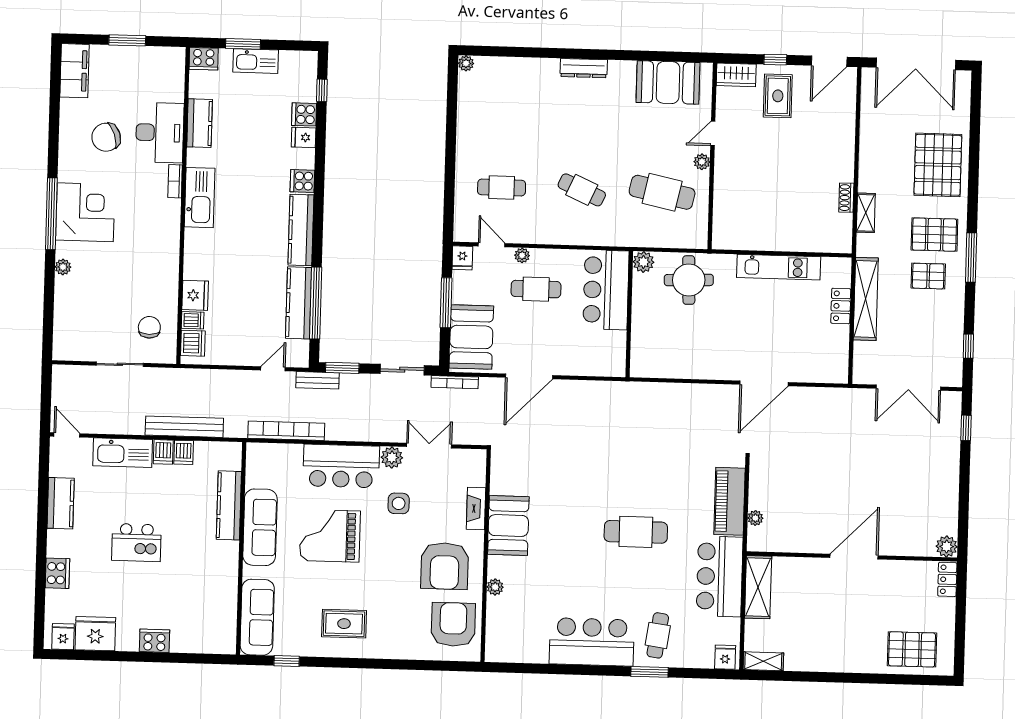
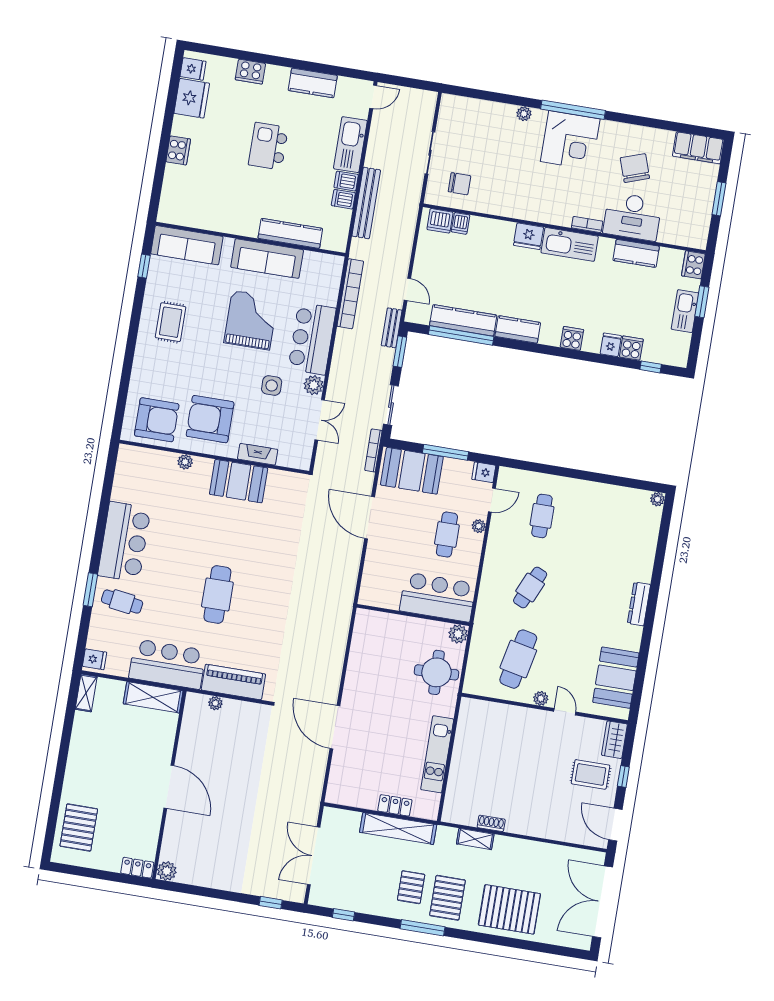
kitchen counter: (301, 230) -> (518, 329), width x0.67
fridge: (195, 295) -> (528, 236), moved

